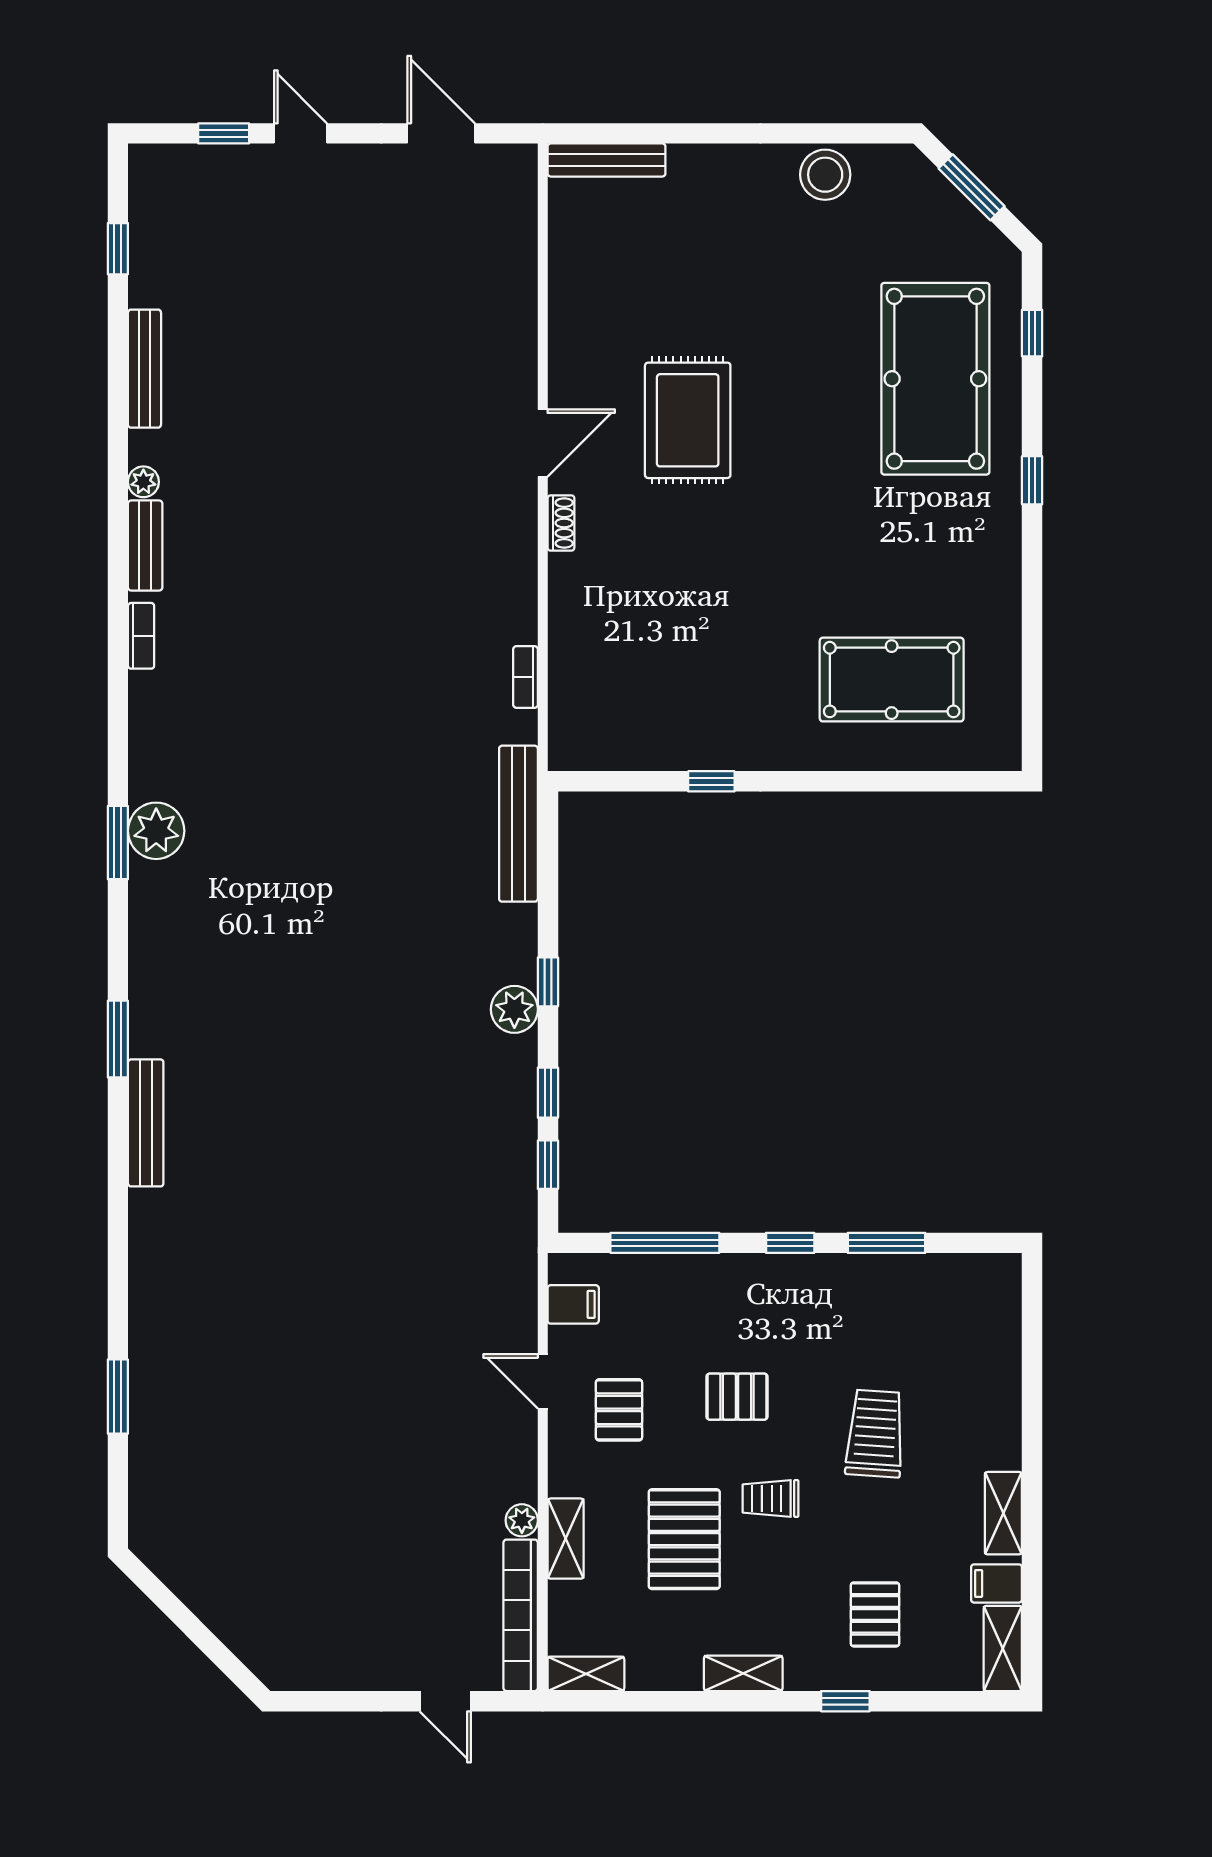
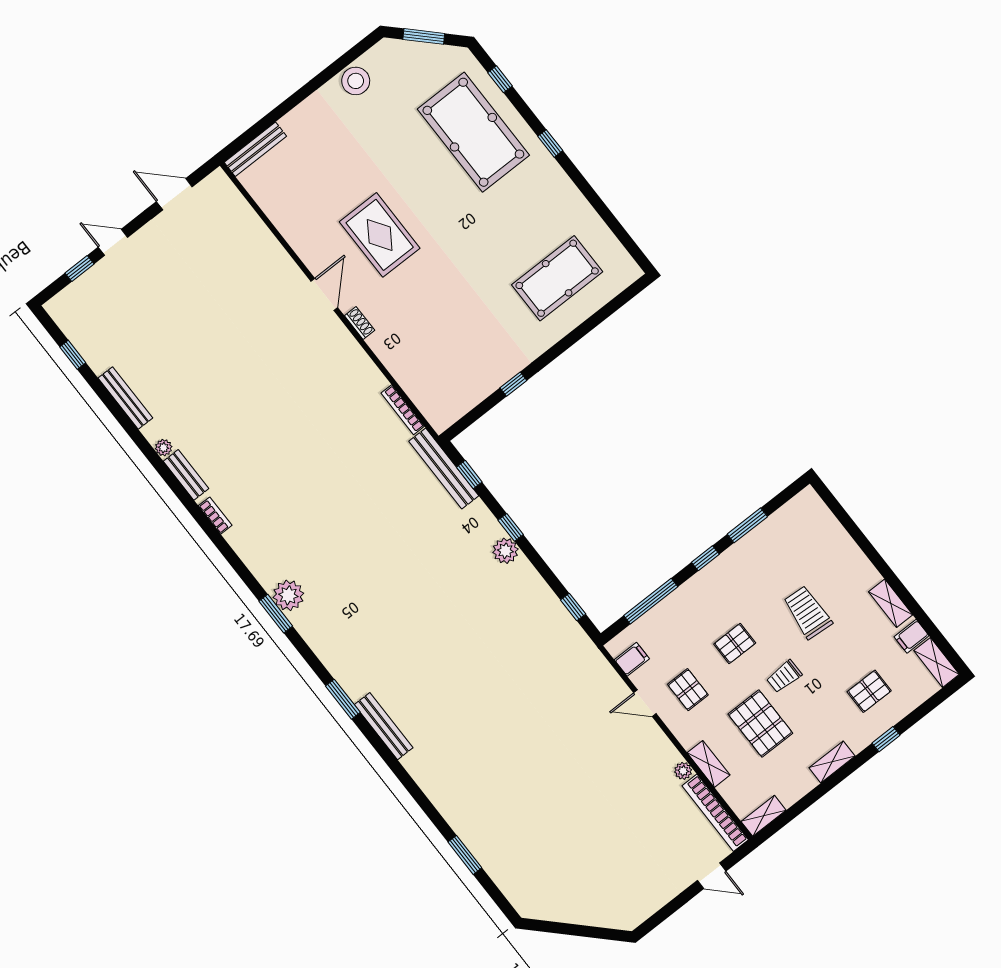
bookcase: (526, 677) -> (403, 410), width x1.56
window: (548, 1093) -> (469, 475), moved
pallet: (875, 1614) -> (869, 691), turned 90

